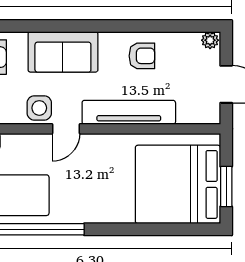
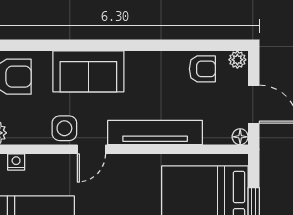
armchair: (142, 56) -> (202, 69), moved
floor lamp: (213, 116) -> (240, 137), added

